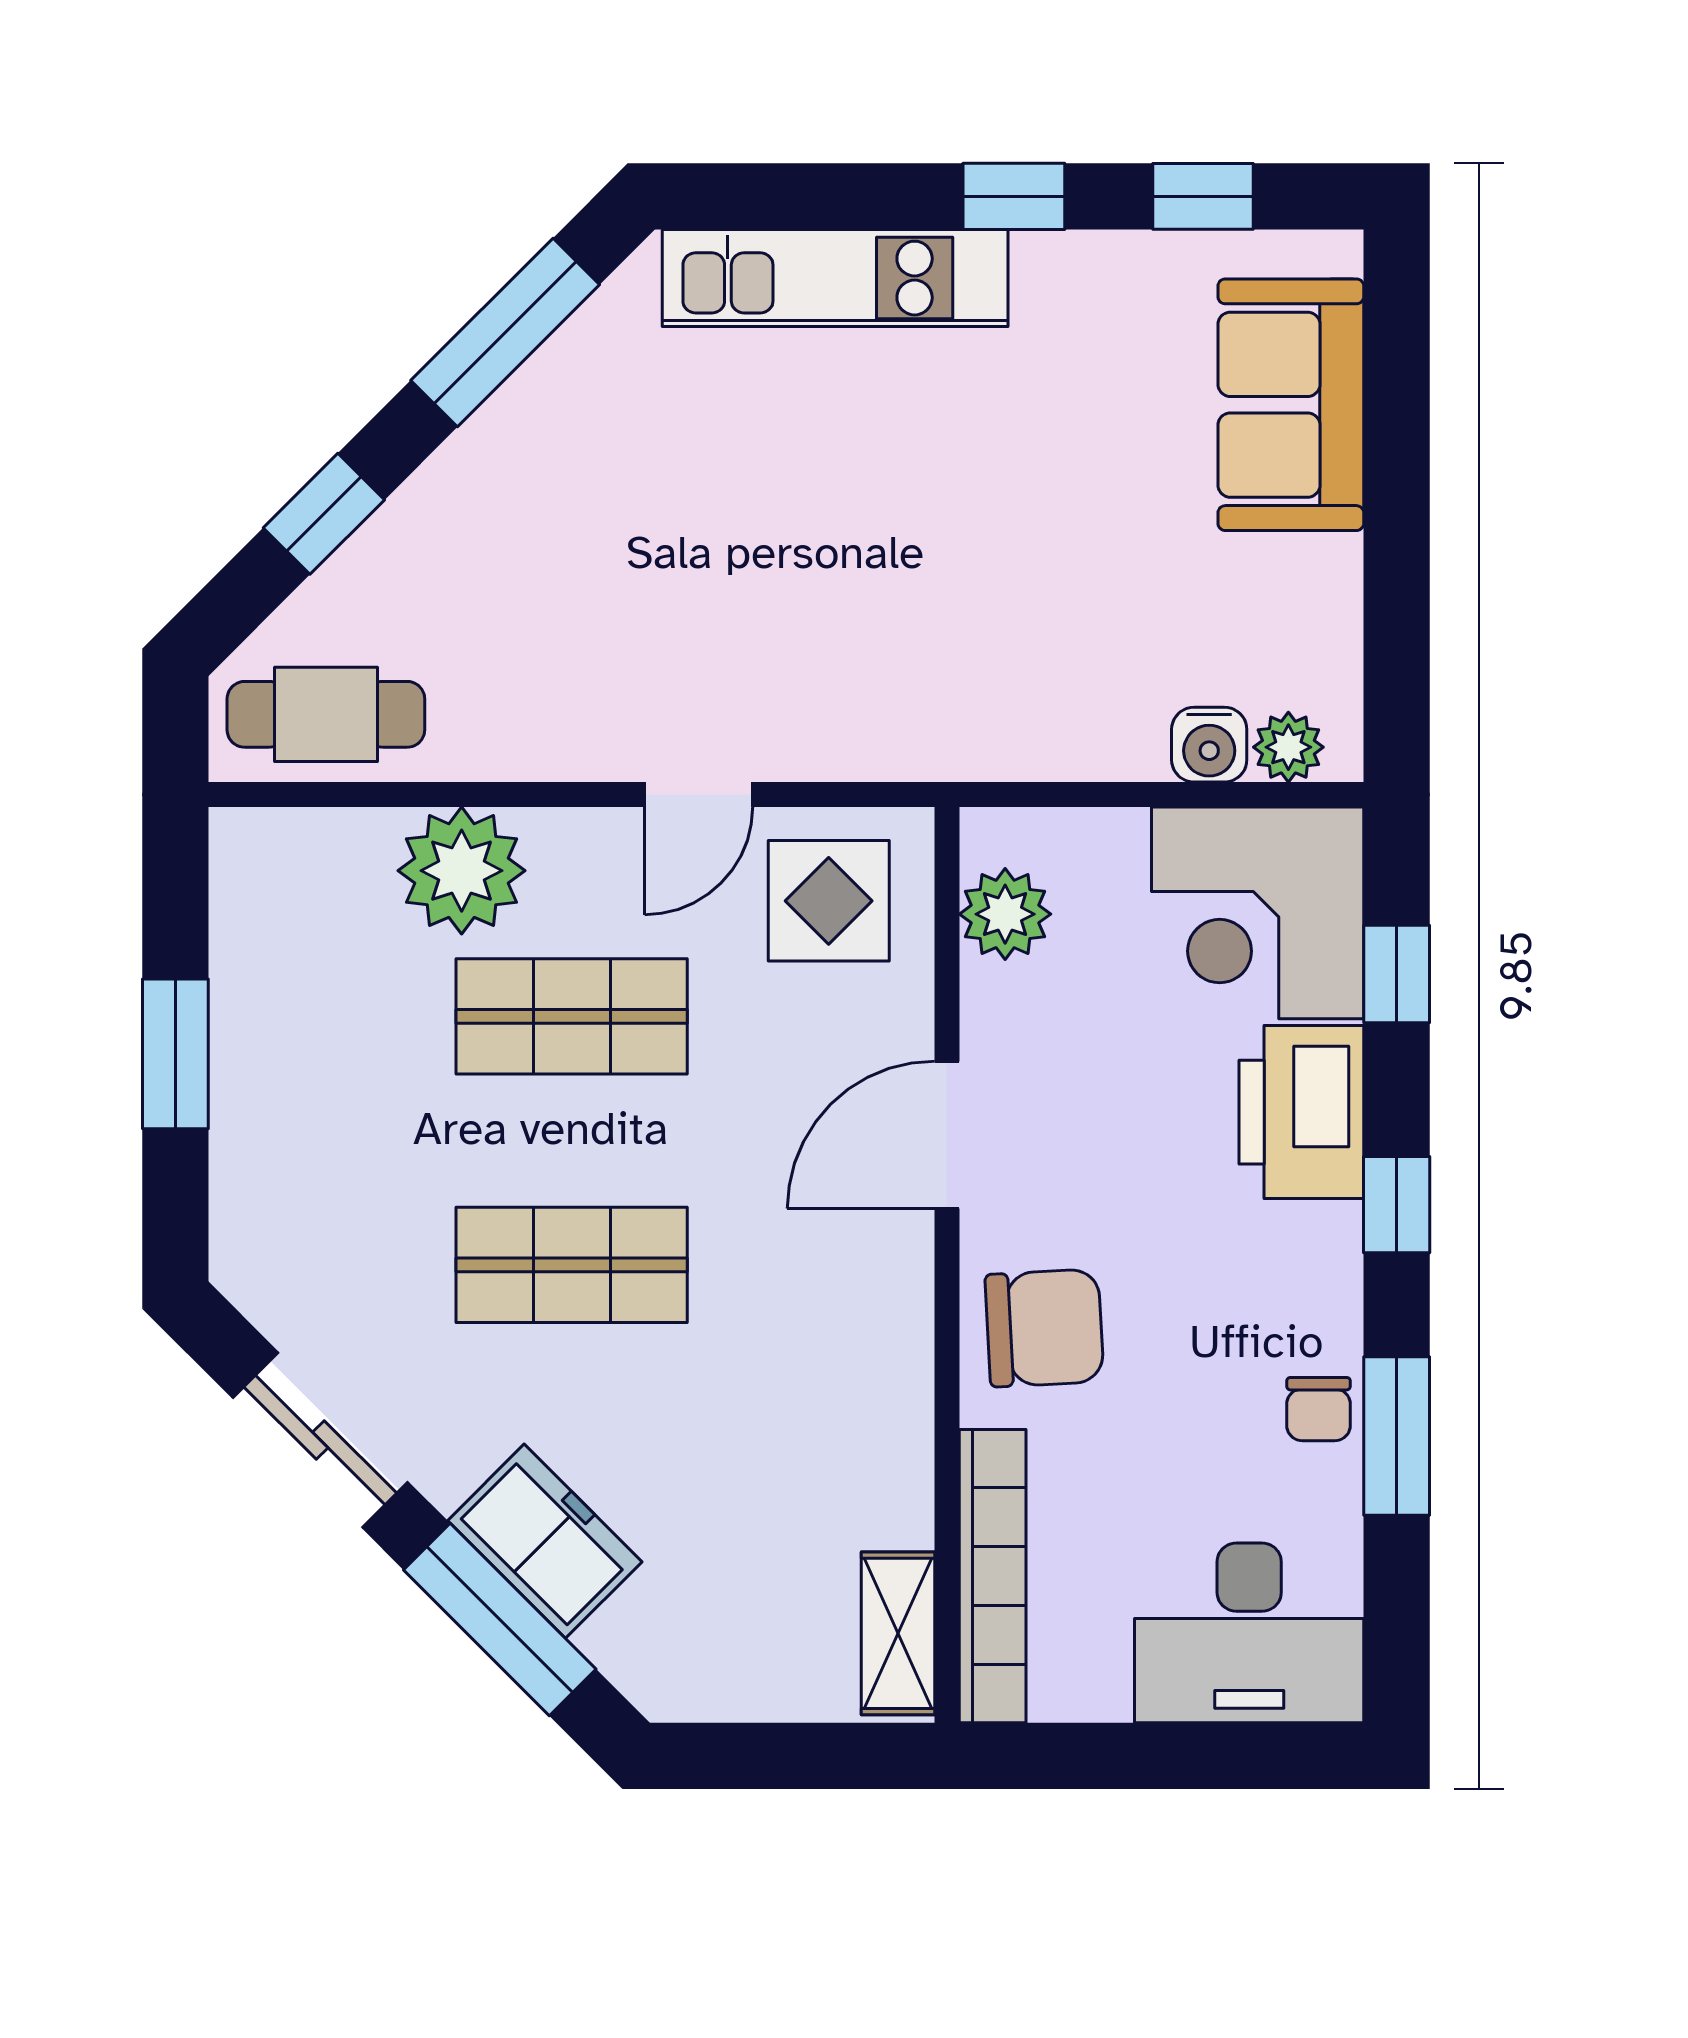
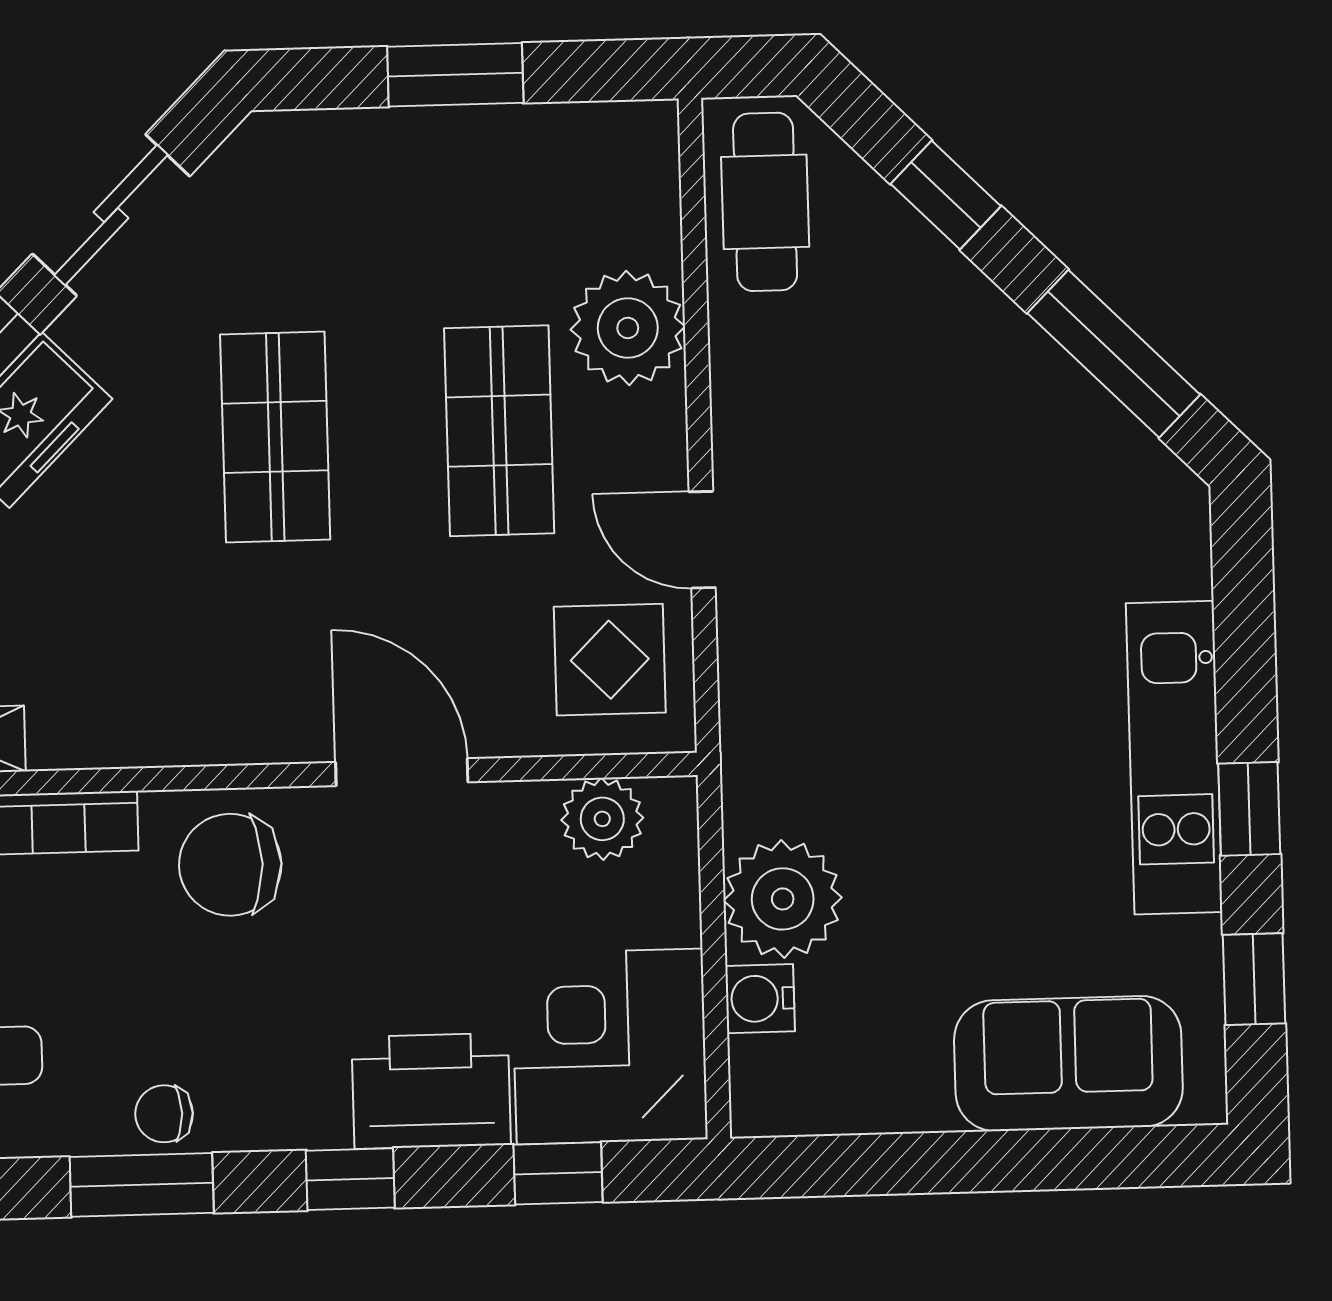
kitchen unit: (835, 278) -> (1174, 758), moved
plant: (1288, 747) -> (783, 899), moved, width x1.87, depth x1.87
chair: (1044, 1328) -> (230, 865), turned 93

